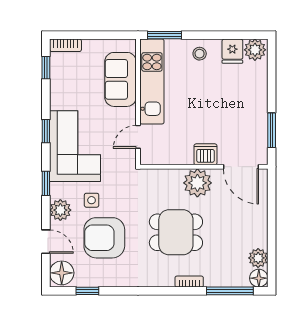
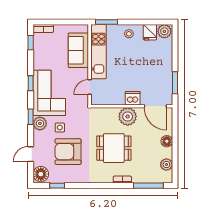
plant: (60, 210) -> (40, 123), moved
door: (46, 242) -> (31, 154), swing flipped
floor lamp: (259, 278) -> (167, 141), moved

